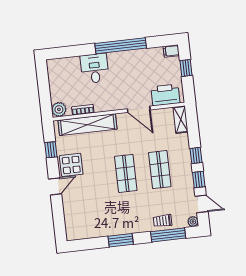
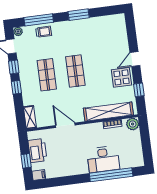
window: (121, 46) -> (111, 175), moved
desk: (95, 68) -> (103, 159), width x1.37
printer: (165, 95) -> (37, 151), moved, turned -90

